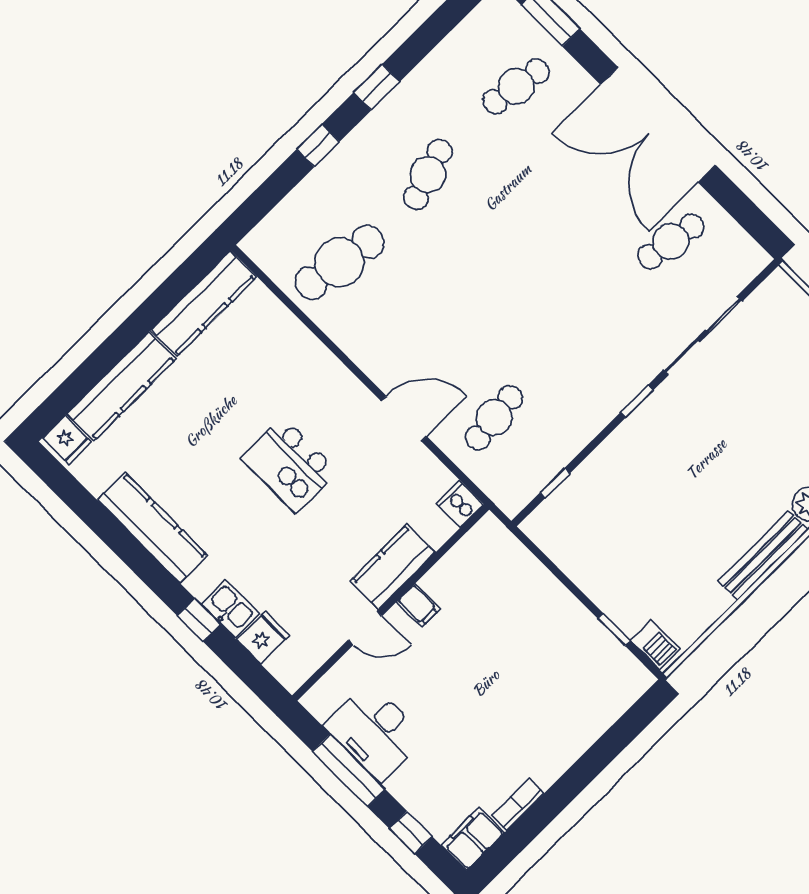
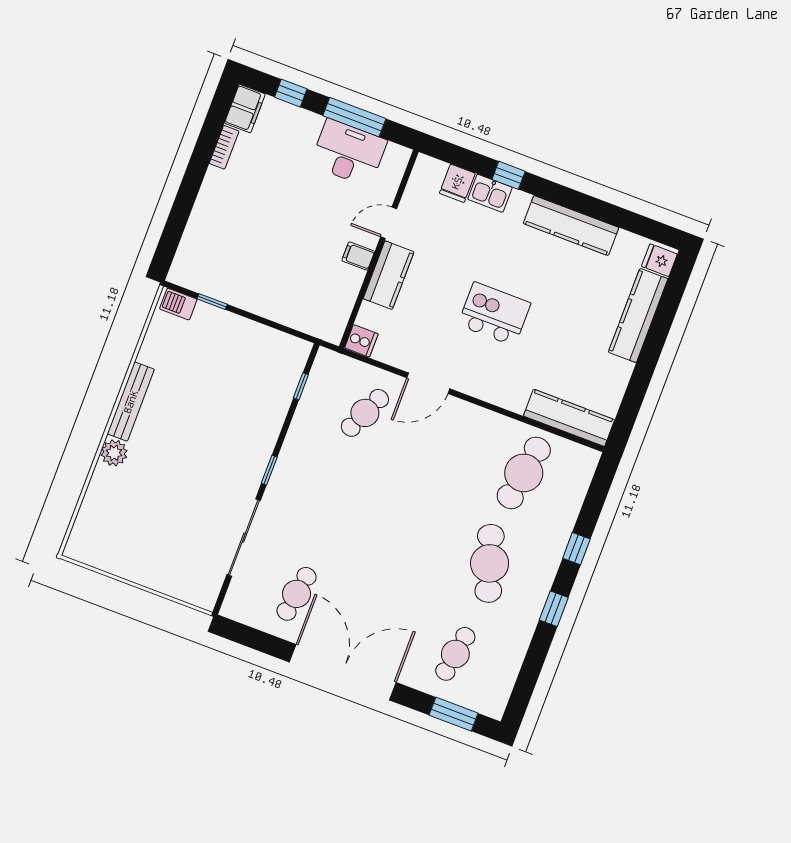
cafe table: (428, 174) -> (490, 563), width x1.37, depth x1.35
kitchen counter: (203, 304) -> (569, 418), moved, turned 90
cafe table: (494, 418) -> (365, 413), turned 30

